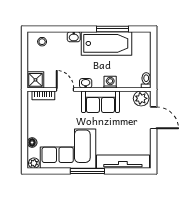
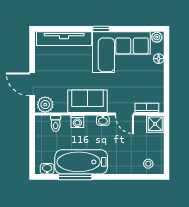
washbasin: (74, 37) -> (47, 169), moved
toilet: (146, 80) -> (56, 123), moved
window: (87, 171) -> (101, 29), width x0.46

